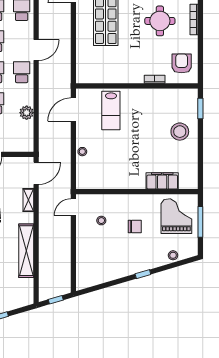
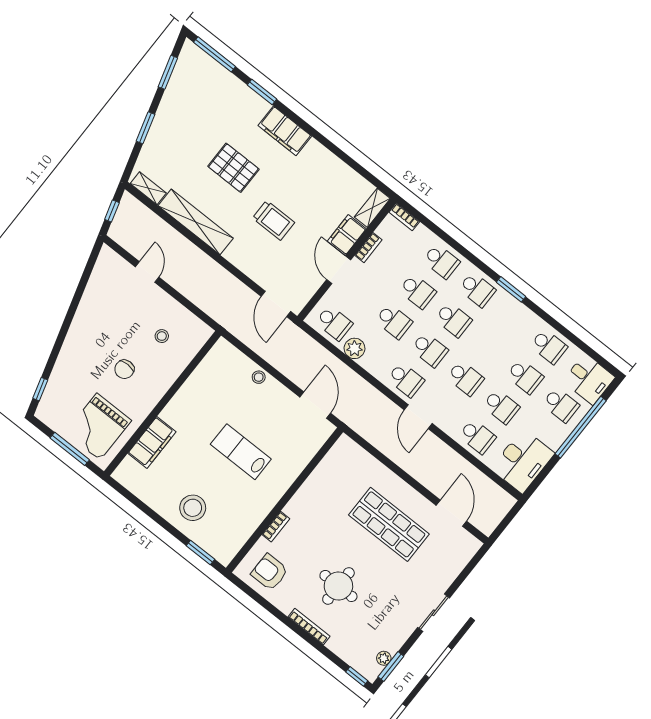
armchair: (182, 63) -> (270, 572), turned 180
lab bench: (111, 111) -> (241, 452), moved
school desk: (22, 134) -> (334, 323), added
shelving: (28, 200) -> (148, 188), moved
door: (73, 207) -> (147, 272), moved
grand piano: (176, 216) -> (98, 427), turned 90
stool: (173, 255) -> (56, 387), removed
window: (143, 274) -> (40, 389), moved

